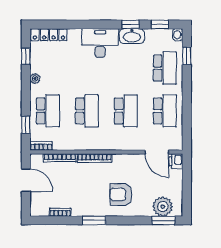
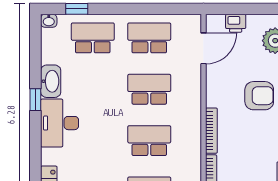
window: (131, 24) -> (35, 100), moved
window: (160, 24) -> (35, 44), removed
printer: (176, 161) -> (236, 23), moved
armchair: (121, 194) -> (259, 96), turned -90

